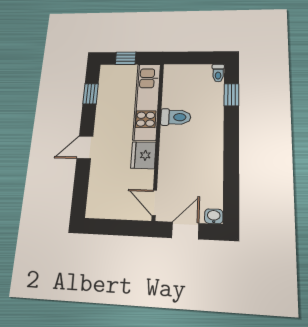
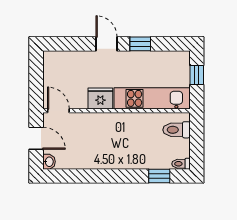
window: (91, 94) -> (140, 44), moved
toilet: (176, 117) -> (176, 130), moved, turned 90
door: (154, 203) -> (58, 111), hinge flipped

